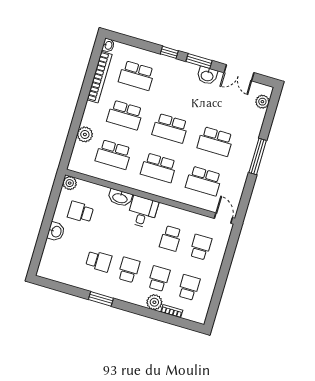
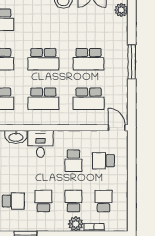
school desk: (201, 247) -> (104, 161), turned -90

